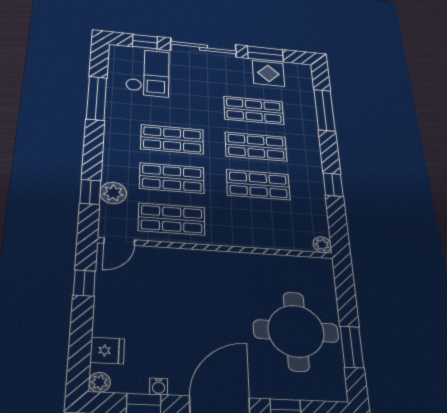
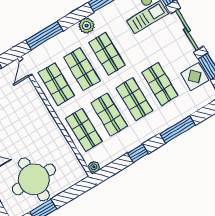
window: (324, 110) -> (178, 129), moved
window: (90, 192) -> (44, 35), width x2.17
plant: (113, 193) -> (86, 26), moved
shop shelf: (261, 225) -> (84, 130), added
door: (119, 242) -> (26, 68), hinge flipped

